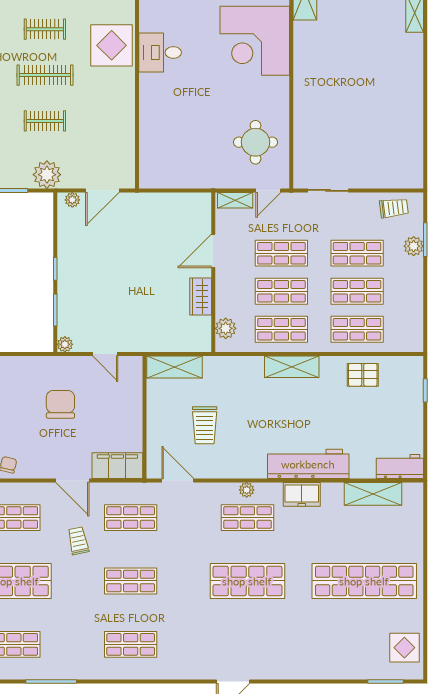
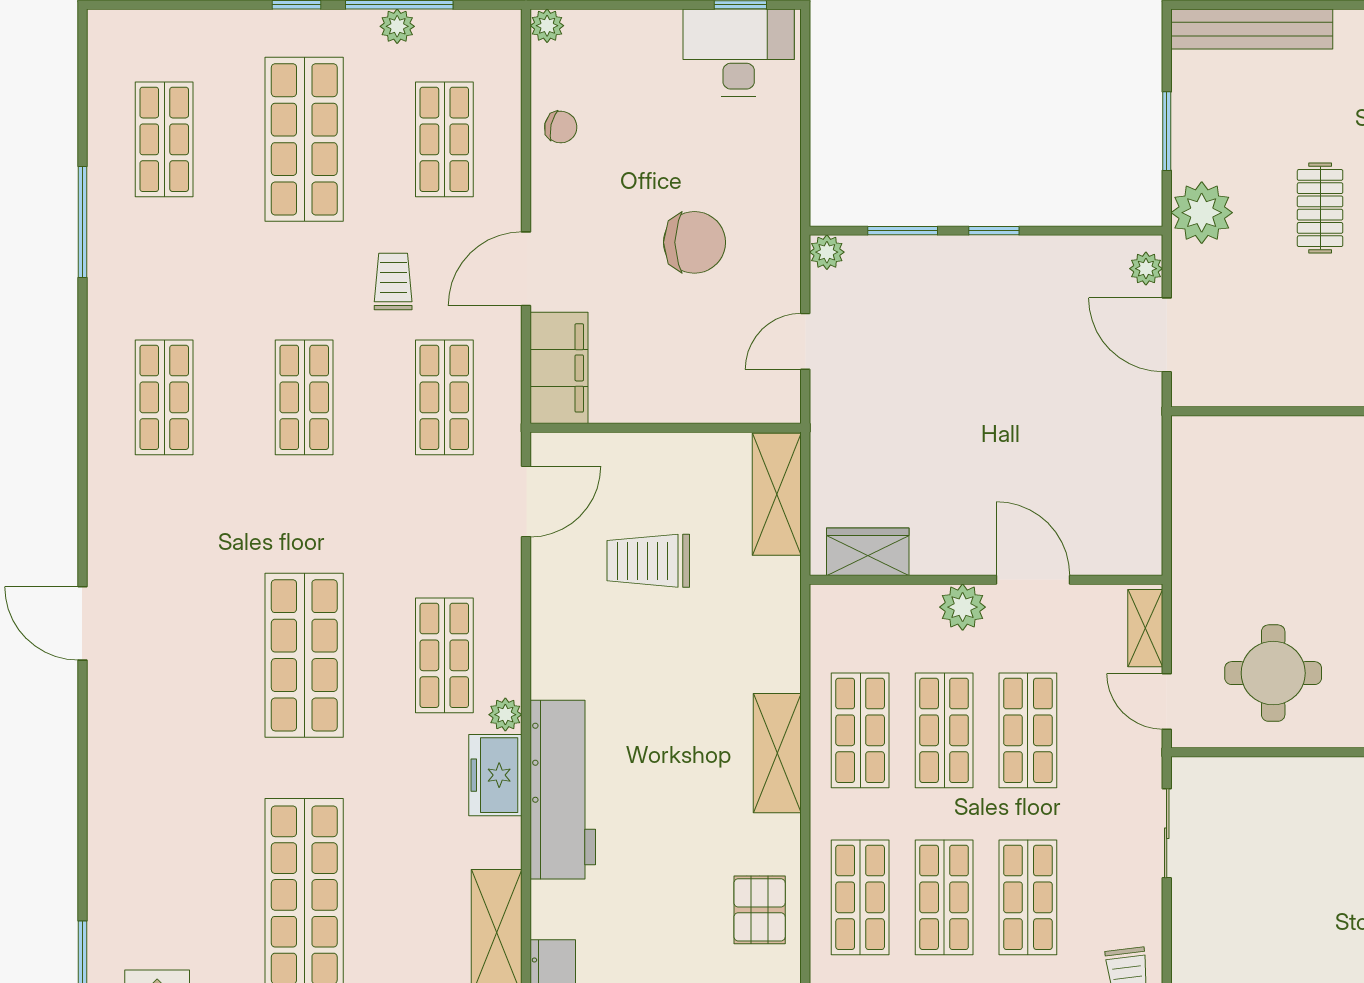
wardrobe: (201, 297) -> (868, 552), moved
plant: (226, 328) -> (963, 607), moved
plant: (247, 490) -> (505, 715), moved
trolley: (78, 541) -> (393, 282), turned -78

